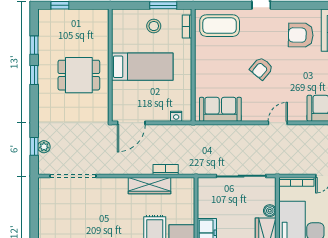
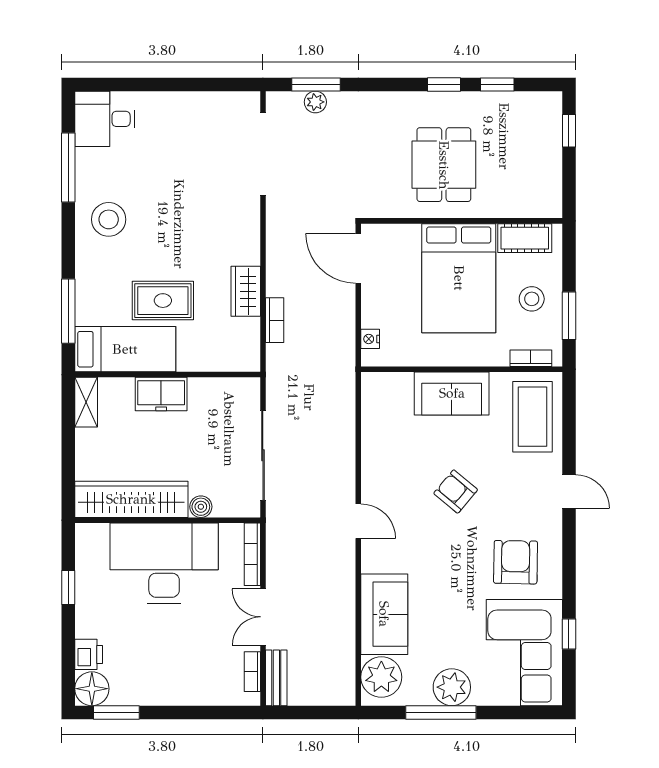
cot: (120, 30) -> (525, 238), added
bed: (142, 67) -> (459, 278), width x1.50
sofa: (220, 109) -> (452, 393), moved, turned 90
window: (34, 146) -> (316, 84), width x1.50
wardrobe: (150, 186) -> (246, 291), width x0.67

